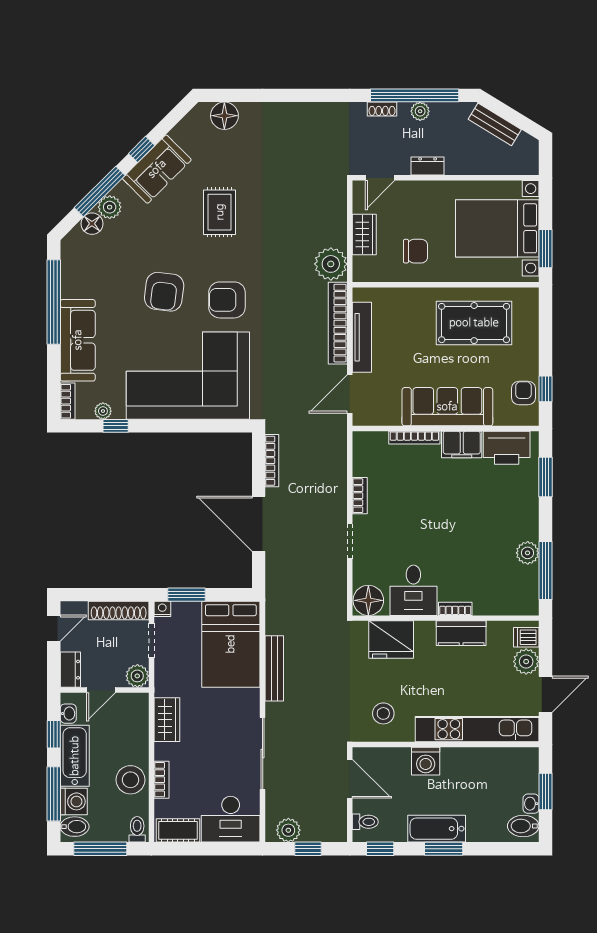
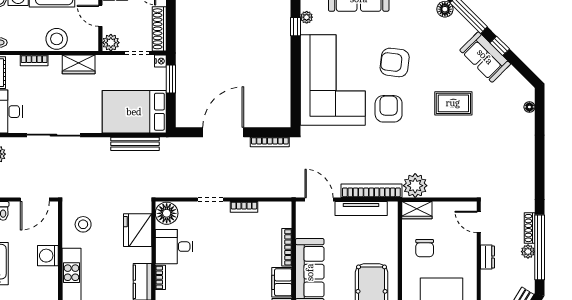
shoe rack: (382, 109) -> (530, 228), width x1.43
floor lamp: (224, 116) -> (529, 107), width x0.53, depth x0.53
plant: (110, 207) -> (457, 22), removed
wardrobe: (364, 234) -> (417, 210), moved
bench: (274, 668) -> (135, 144), moved
stool: (130, 780) -> (57, 39), moved

